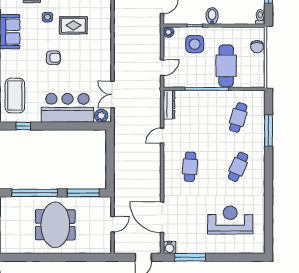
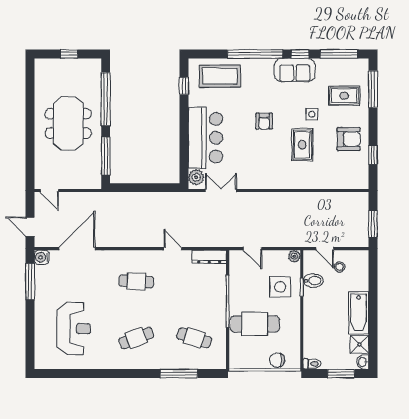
bidet: (212, 16) -> (313, 281), moved
cafe table: (238, 167) -> (136, 338), turned -45
door: (113, 224) -> (49, 191), moved
meeting table: (55, 225) -> (68, 123), turned 90

